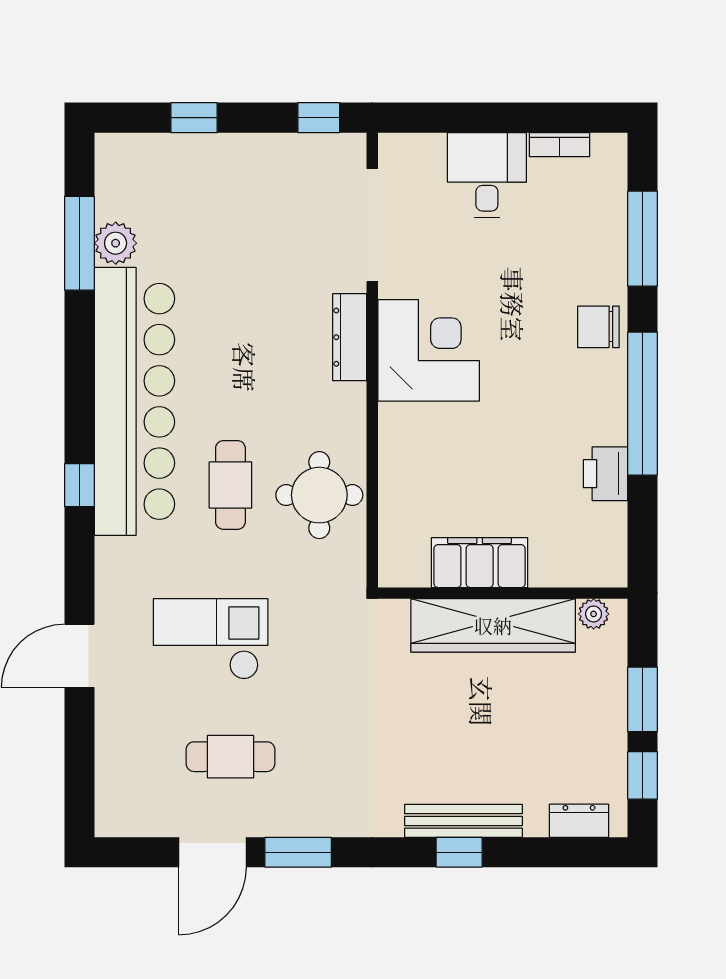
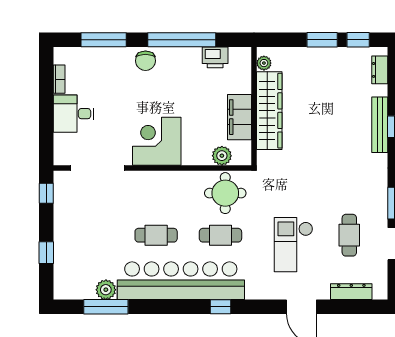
dresser: (350, 337) -> (351, 292), moved, turned 180
cafe table: (230, 349) -> (156, 235), added
plant: (398, 488) -> (222, 156), added
filing cabinet: (480, 563) -> (240, 117), moved
wall: (503, 593) -> (254, 106), moved
plant: (594, 614) -> (264, 63), moved
wardrobe: (493, 625) -> (269, 111), moved

